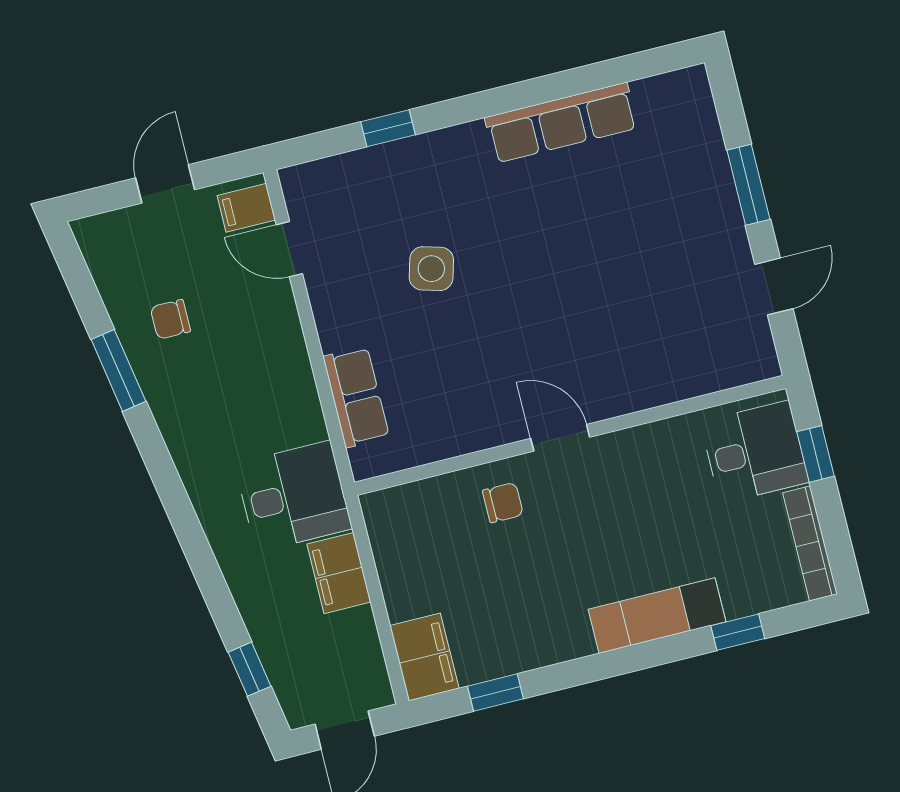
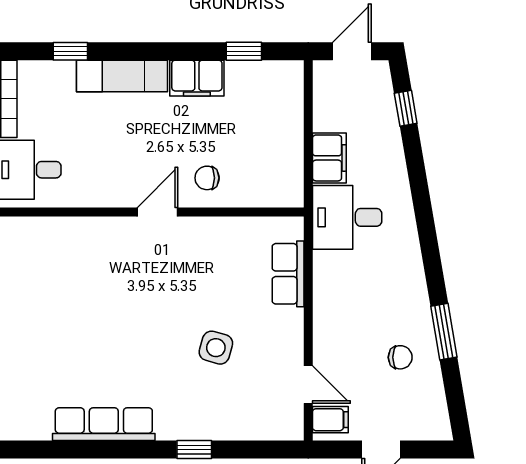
window: (388, 128) -> (194, 450), moved
door: (560, 438) -> (158, 212), swing flipped
filing cabinet: (424, 657) -> (197, 78), moved, turned -90

